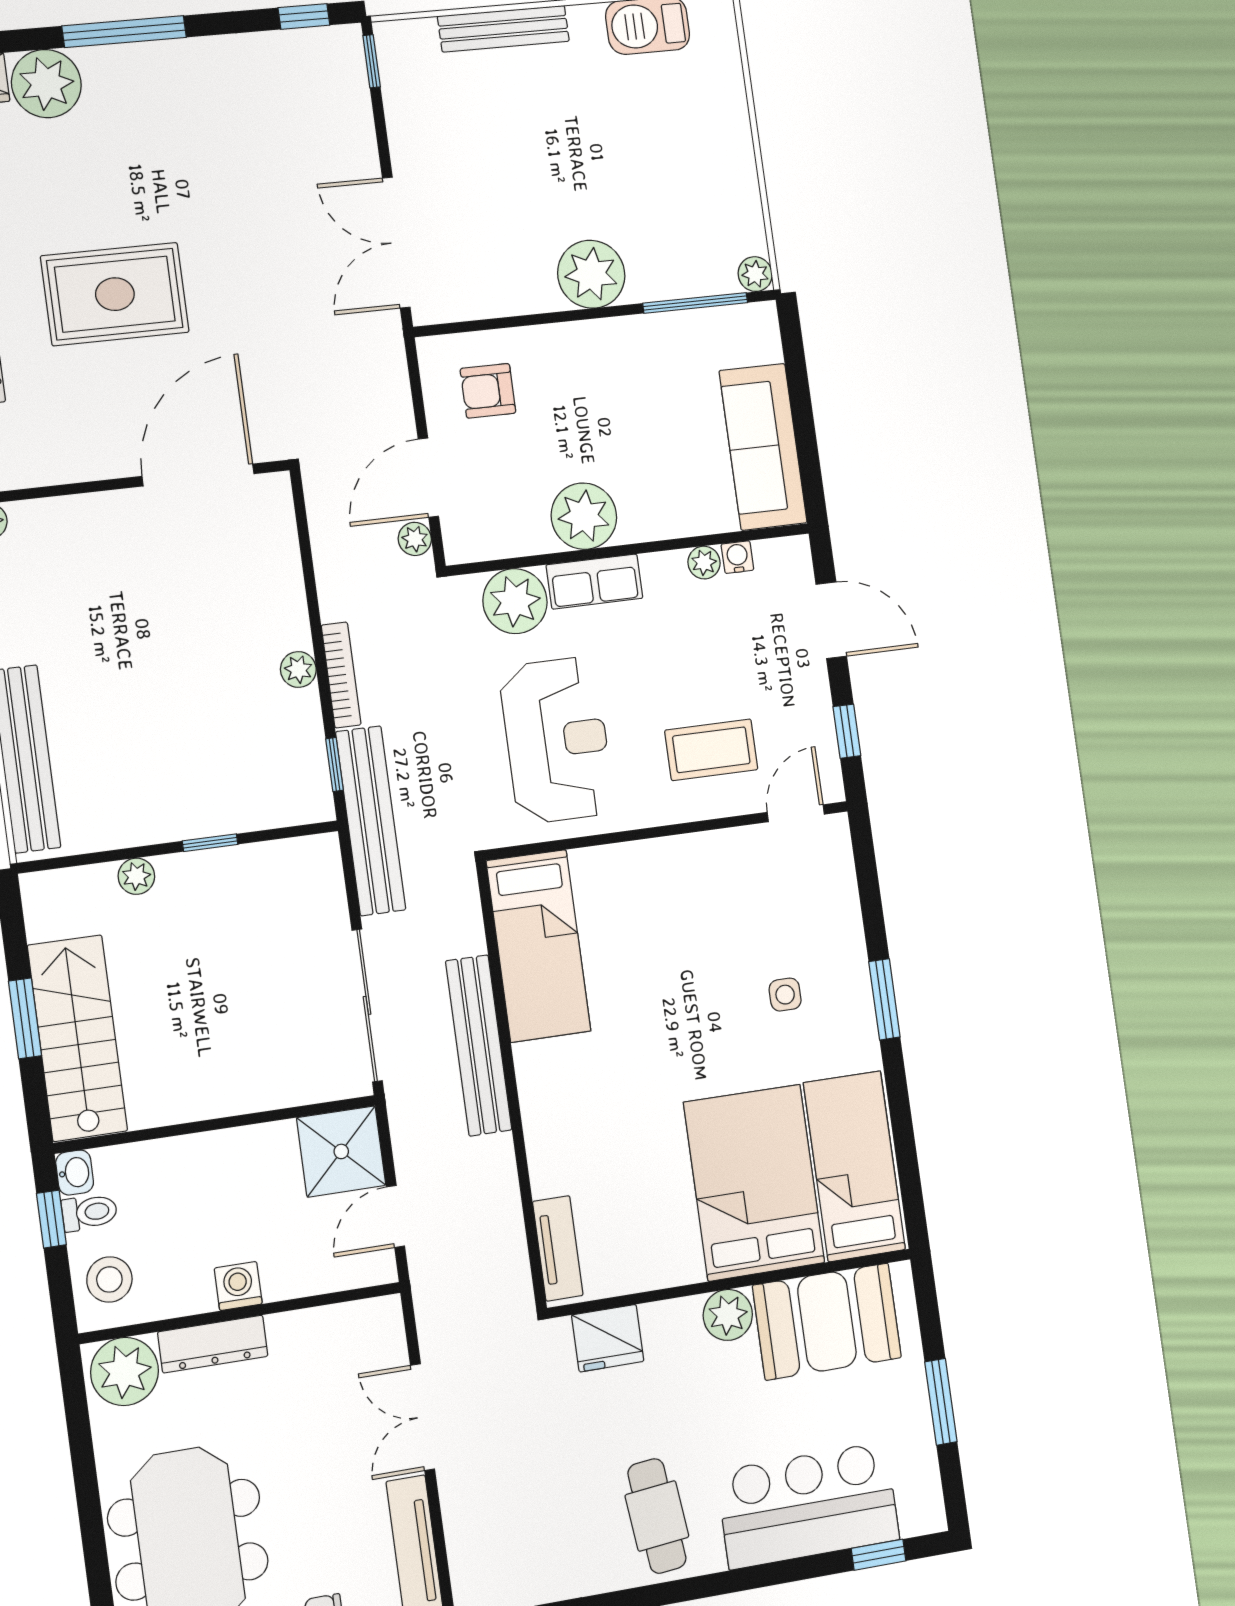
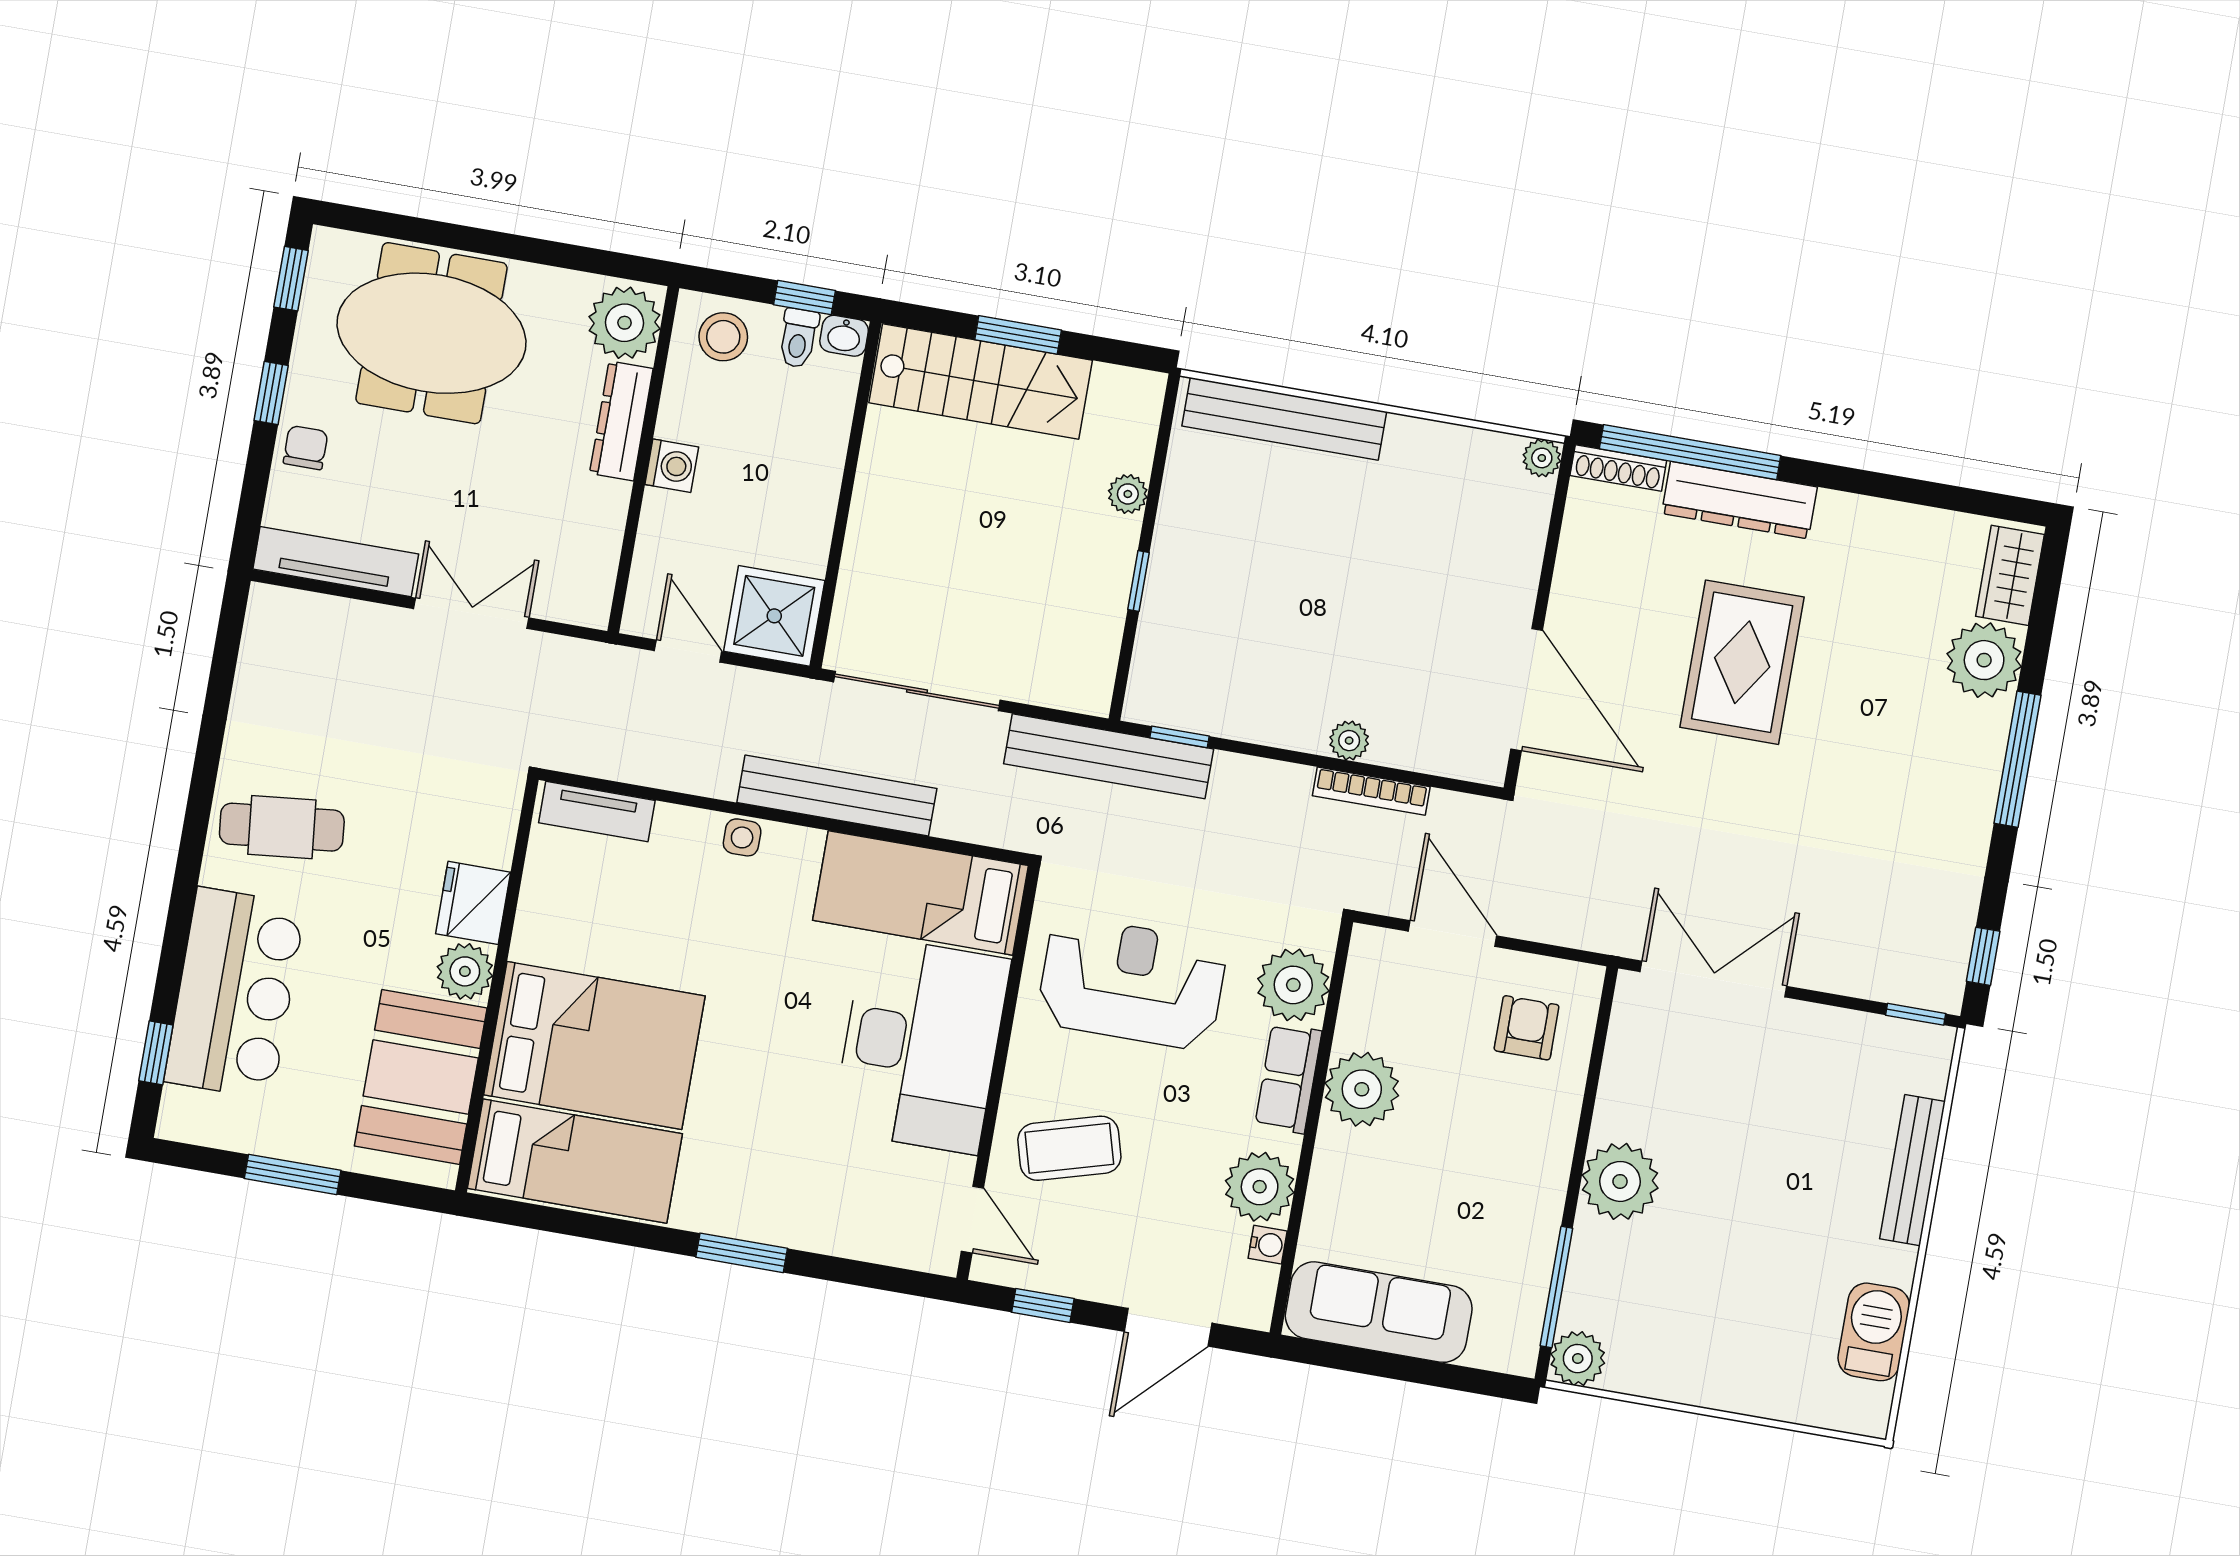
plant: (755, 274) -> (1578, 1359), width x1.38, depth x1.38
plant: (415, 539) -> (1392, 898), removed
plant: (704, 563) -> (1260, 1187), width x1.88, depth x1.88
plant: (298, 670) -> (1349, 741), moved
bookcase: (341, 675) -> (1371, 791), moved
reception desk: (557, 740) -> (1132, 983), turned 180
coffee table: (711, 750) -> (1069, 1148), turned 74
desk: (666, 904) -> (921, 1045), added
side table: (785, 995) -> (742, 837), moved
fridge: (608, 1338) -> (473, 903), moved

